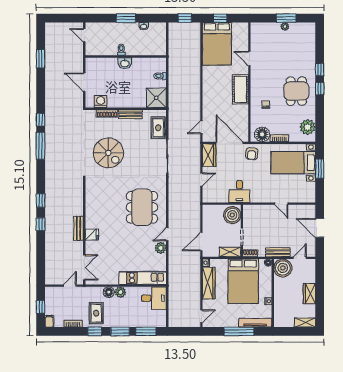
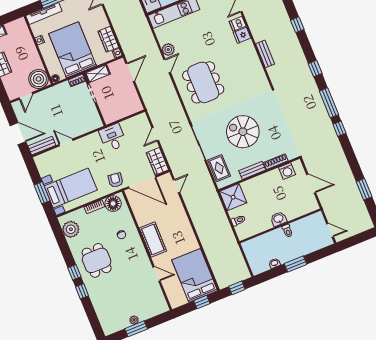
spiral stairs: (108, 153) -> (243, 132), moved
window: (41, 200) -> (315, 68), moved
boiler: (232, 215) -> (110, 111), removed
bench: (78, 228) -> (265, 54), moved
dishwasher: (92, 246) -> (238, 24), added
bench: (278, 252) -> (42, 146), moved
wardrobe: (209, 283) -> (108, 39), width x0.67

